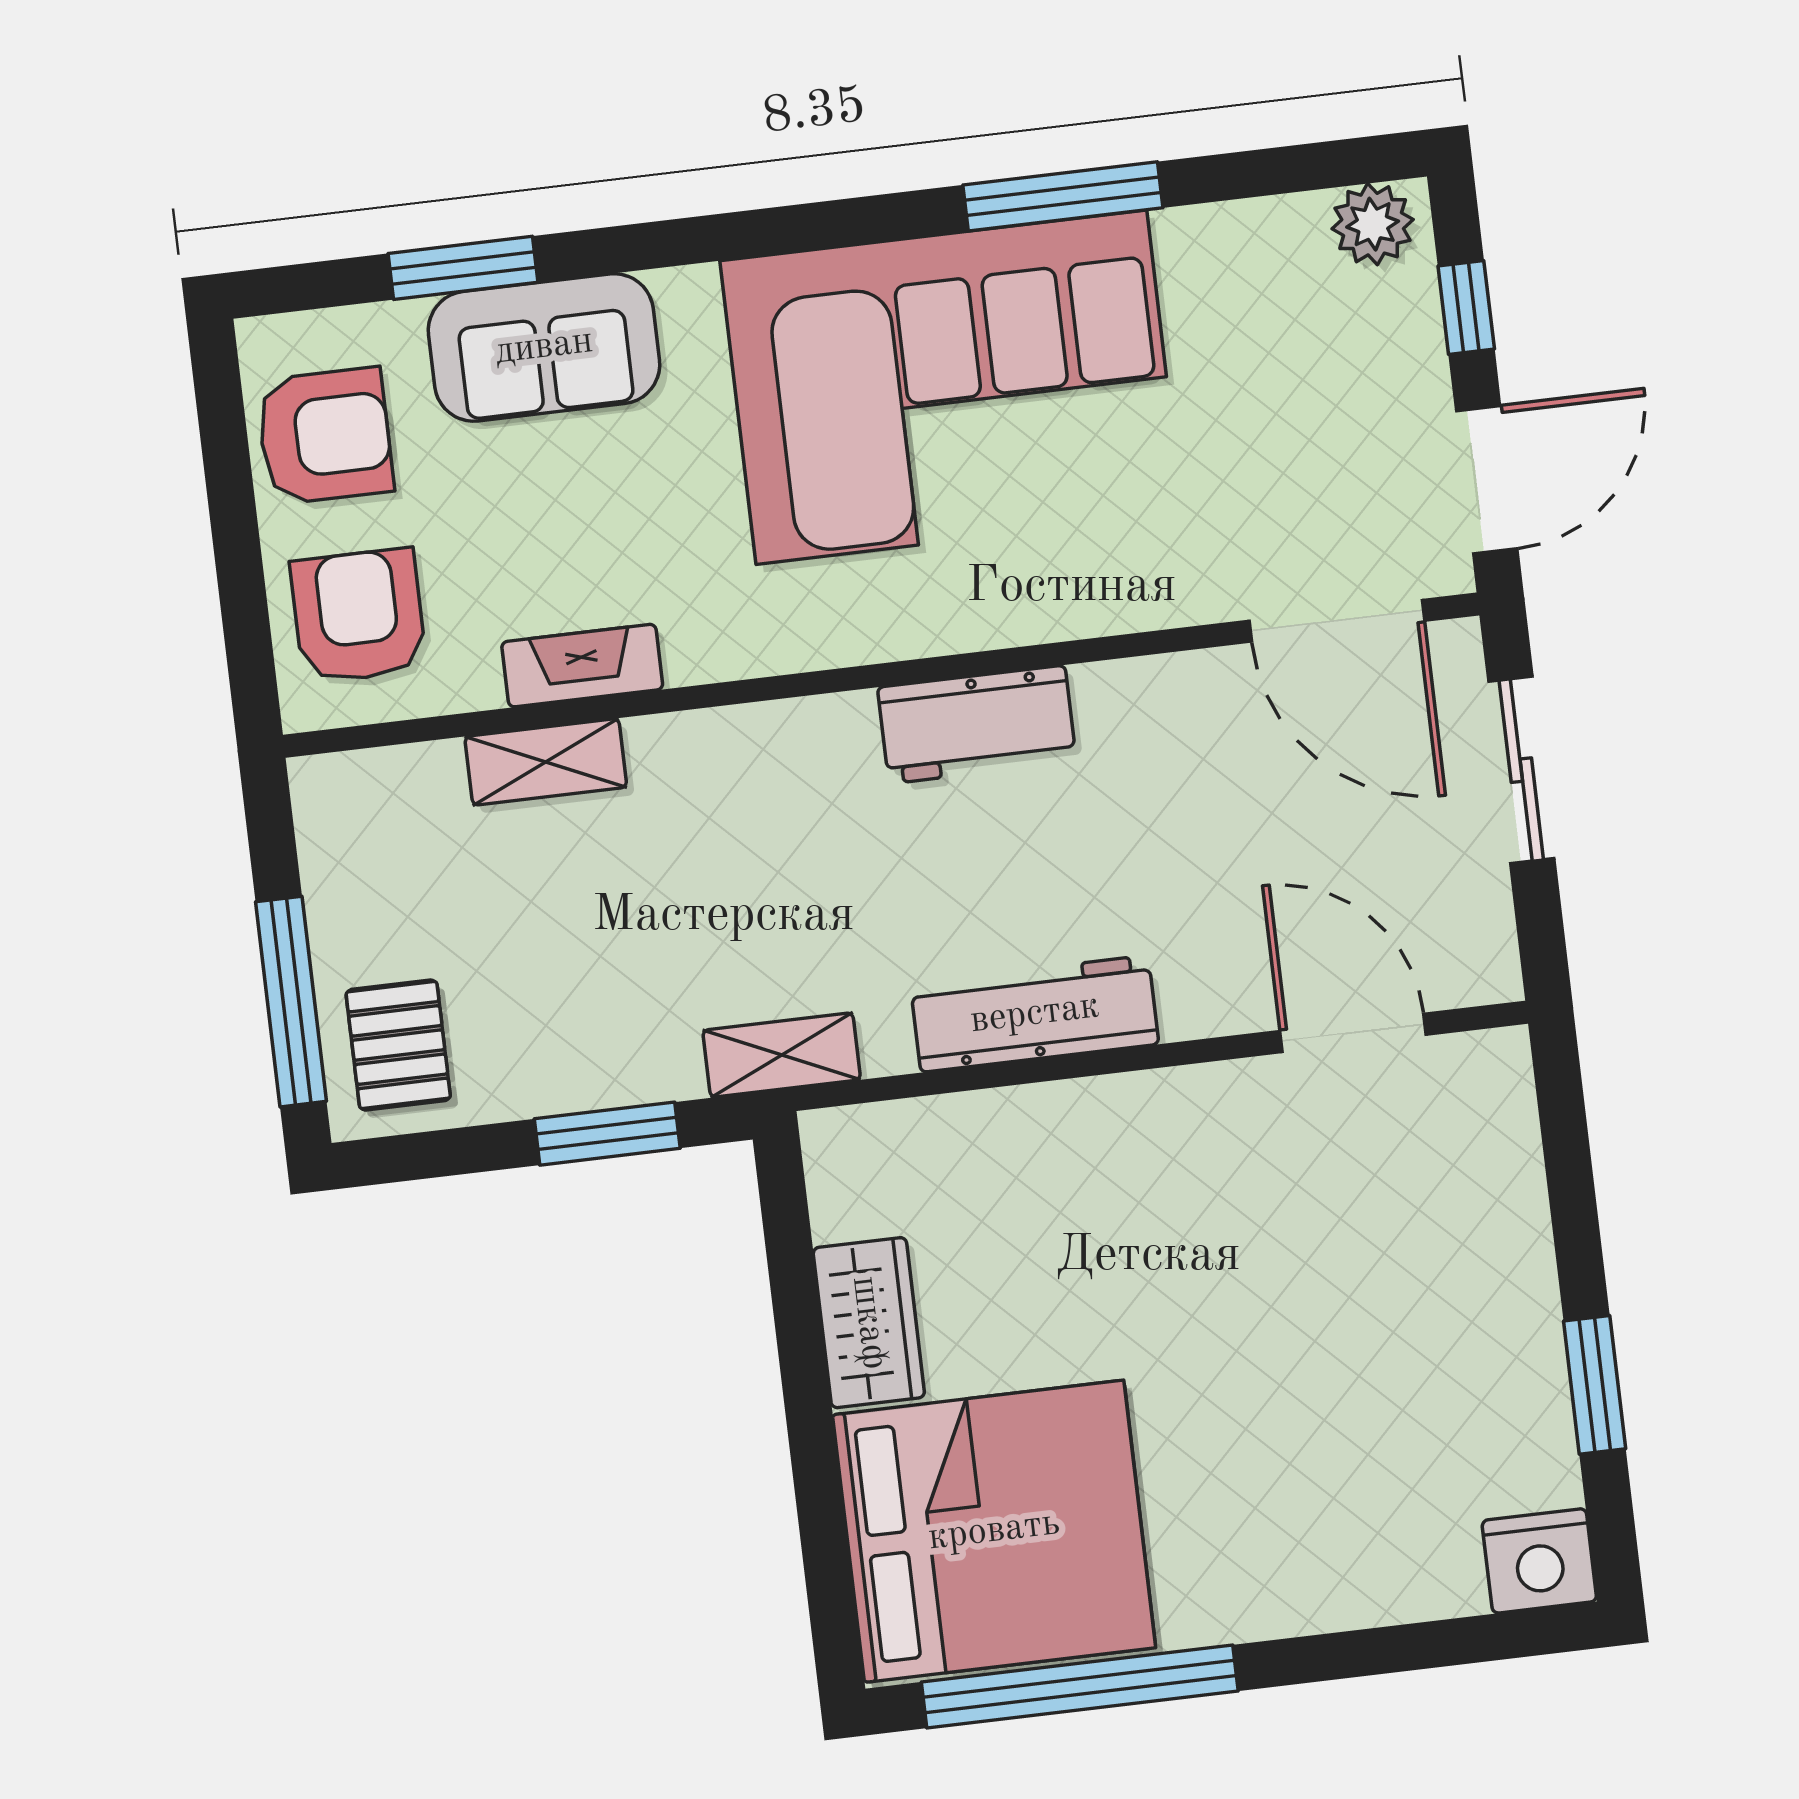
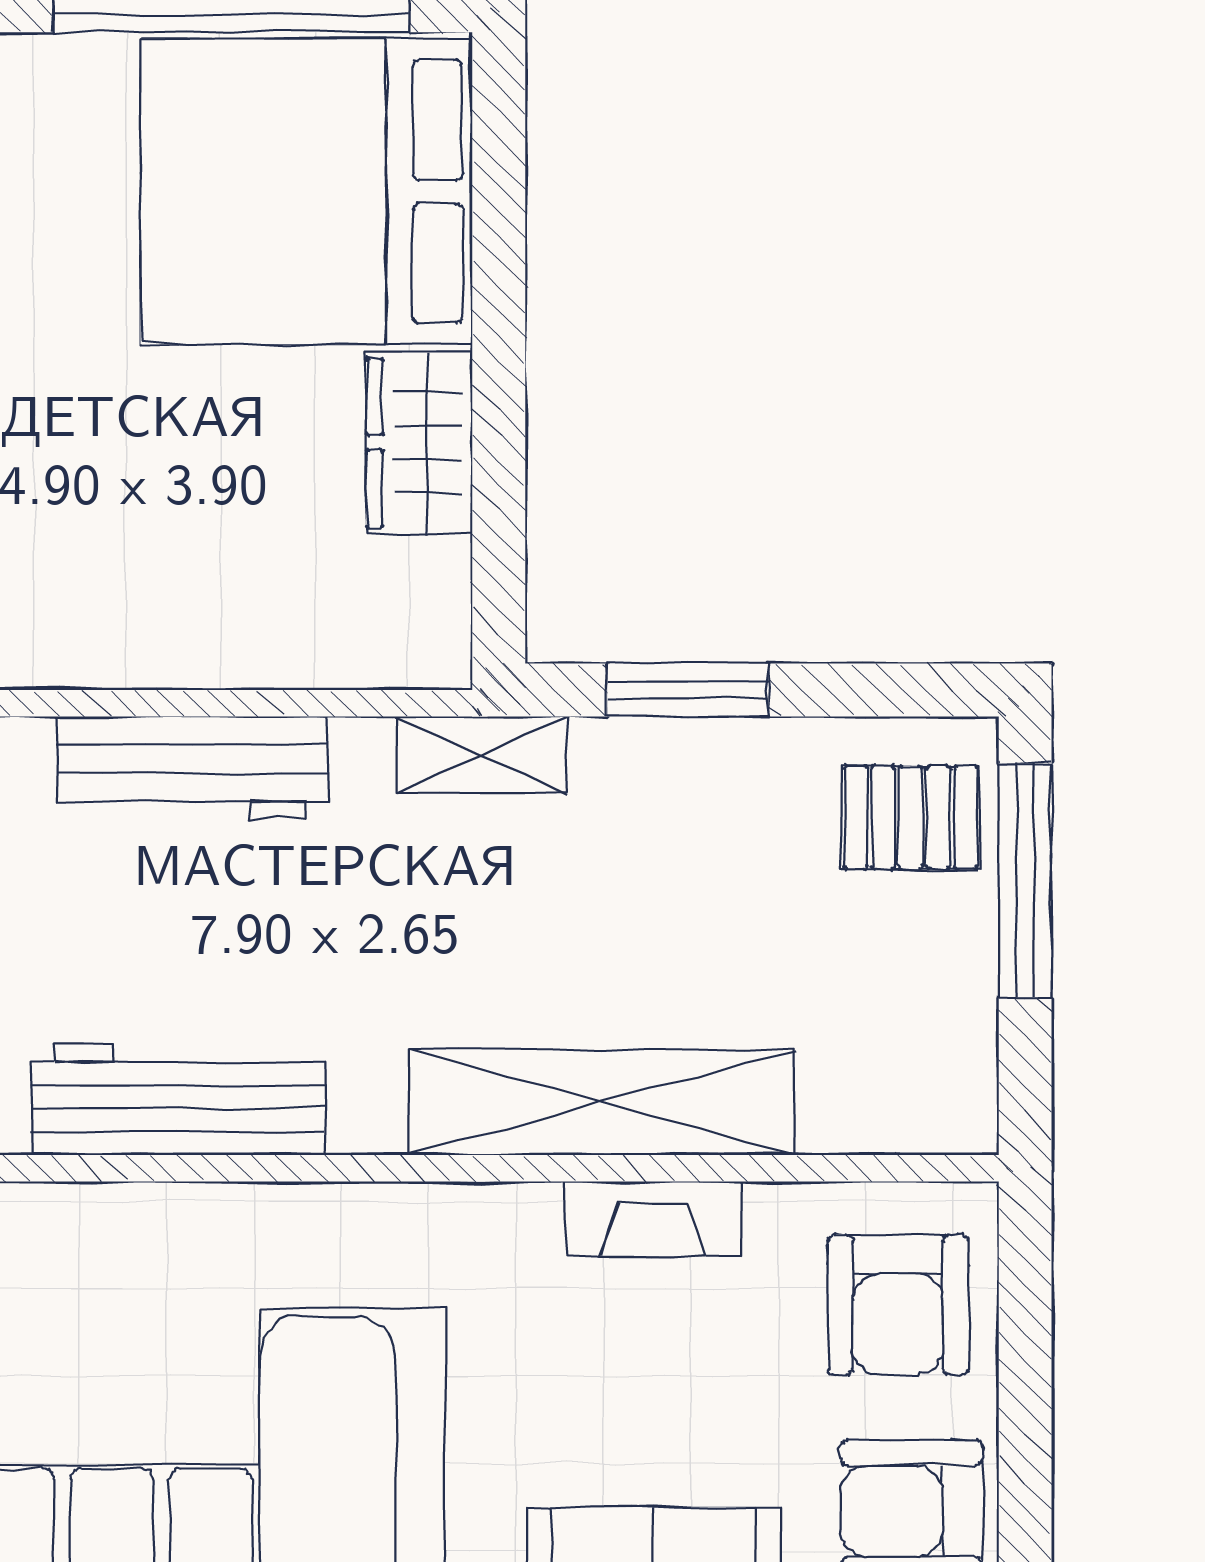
workbench: (977, 725) -> (178, 1100), width x1.38
shelving: (546, 762) -> (602, 1102), width x2.20, depth x1.33
pallet: (398, 1045) -> (911, 817), turned 90

